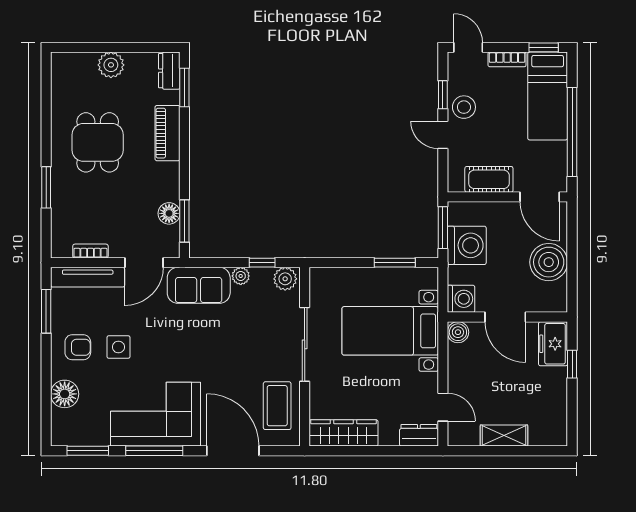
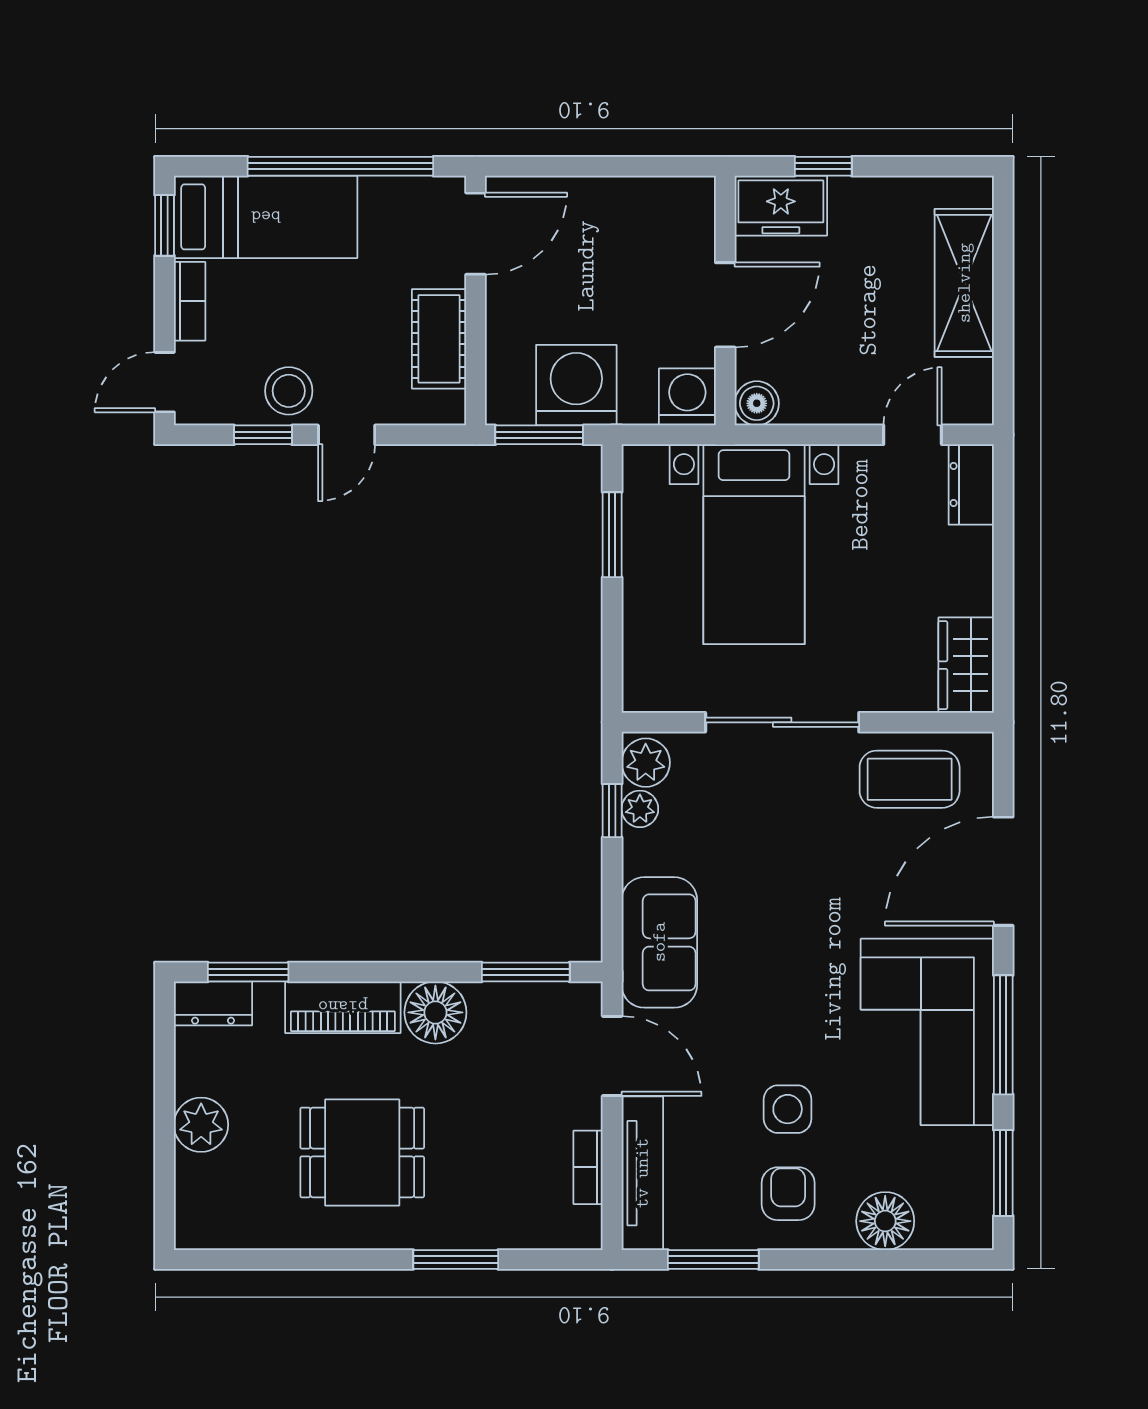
floor lamp: (169, 213) -> (435, 1012), moved, width x1.38, depth x1.38
boiler: (549, 262) -> (611, 215), removed
plant: (241, 276) -> (640, 809), moved
wardrobe: (344, 433) -> (966, 665), width x0.67
shelving: (504, 436) -> (964, 283), width x1.50, depth x1.33

